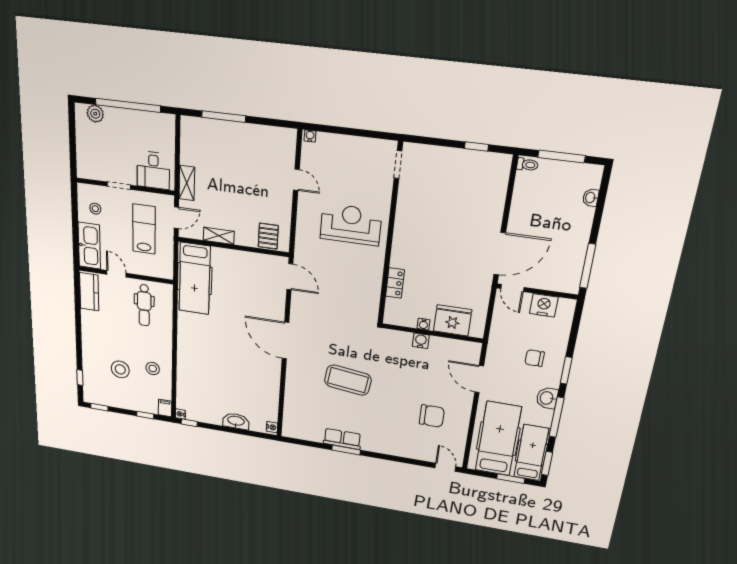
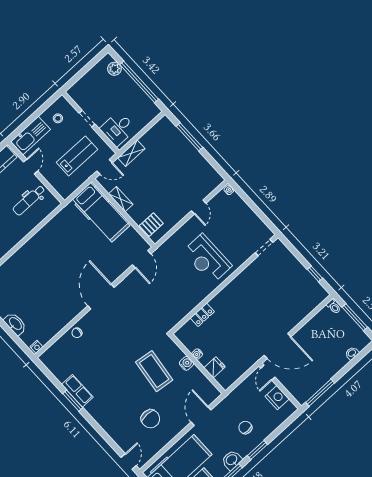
reception desk: (351, 224) -> (207, 259), turned 180
hospital bed: (195, 279) -> (101, 212), moved, turned -90
fridge: (453, 320) -> (215, 367), width x0.53, depth x0.75
coffee table: (348, 380) -> (154, 371), moved
chair: (295, 389) -> (77, 333), added

